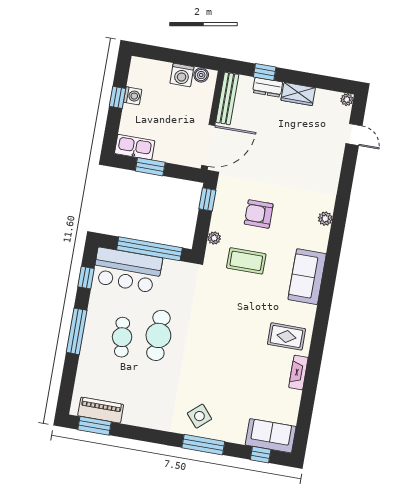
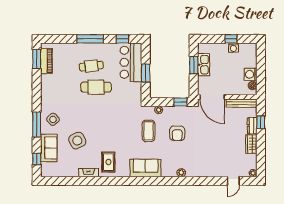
kitchen sink: (135, 147) -> (204, 65), moved
armchair: (259, 214) -> (177, 133), turned 180
window: (149, 249) -> (146, 73), width x0.47
side table: (242, 382) -> (77, 141), added
sofa: (271, 436) -> (49, 148), moved

